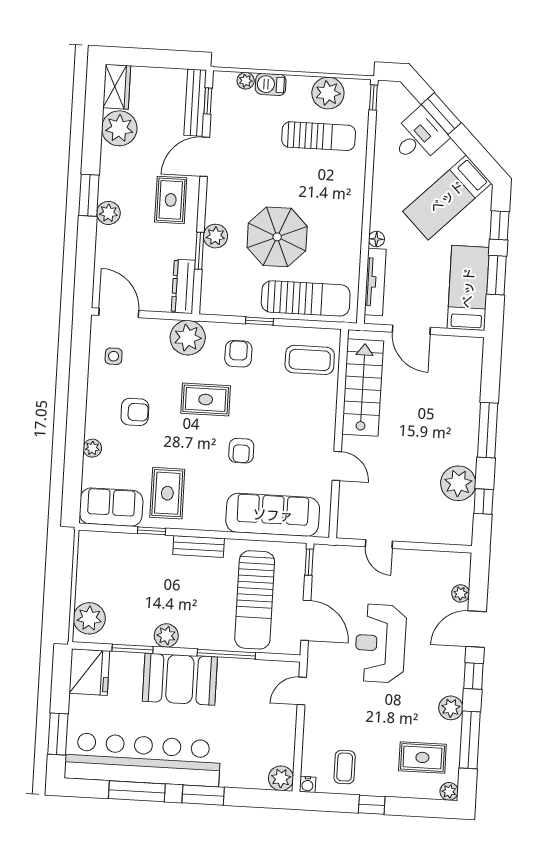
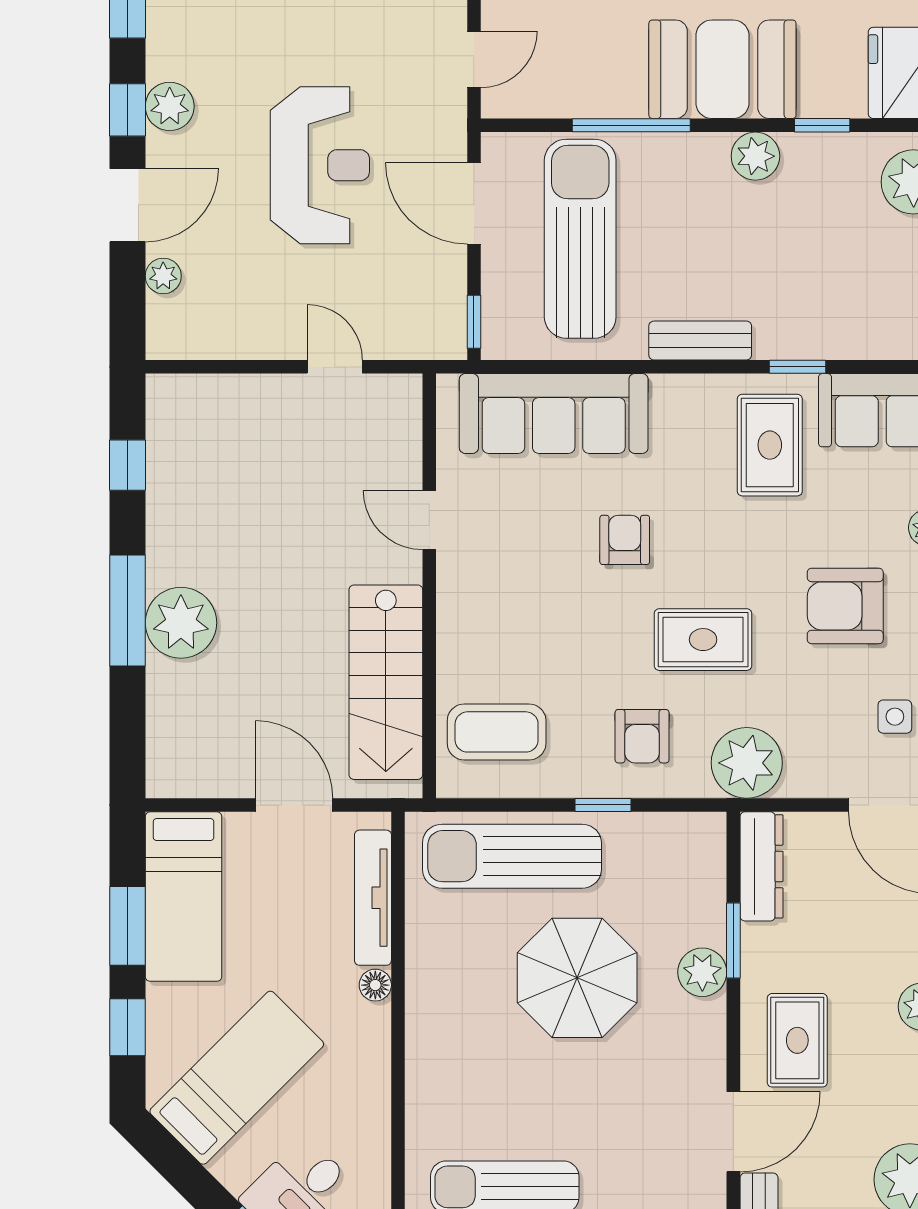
armchair: (135, 412) -> (845, 606), width x1.38, depth x1.38
plant: (458, 483) -> (181, 623), moved
window: (133, 649) -> (822, 125), width x0.67
plant: (451, 708) -> (170, 106), moved

